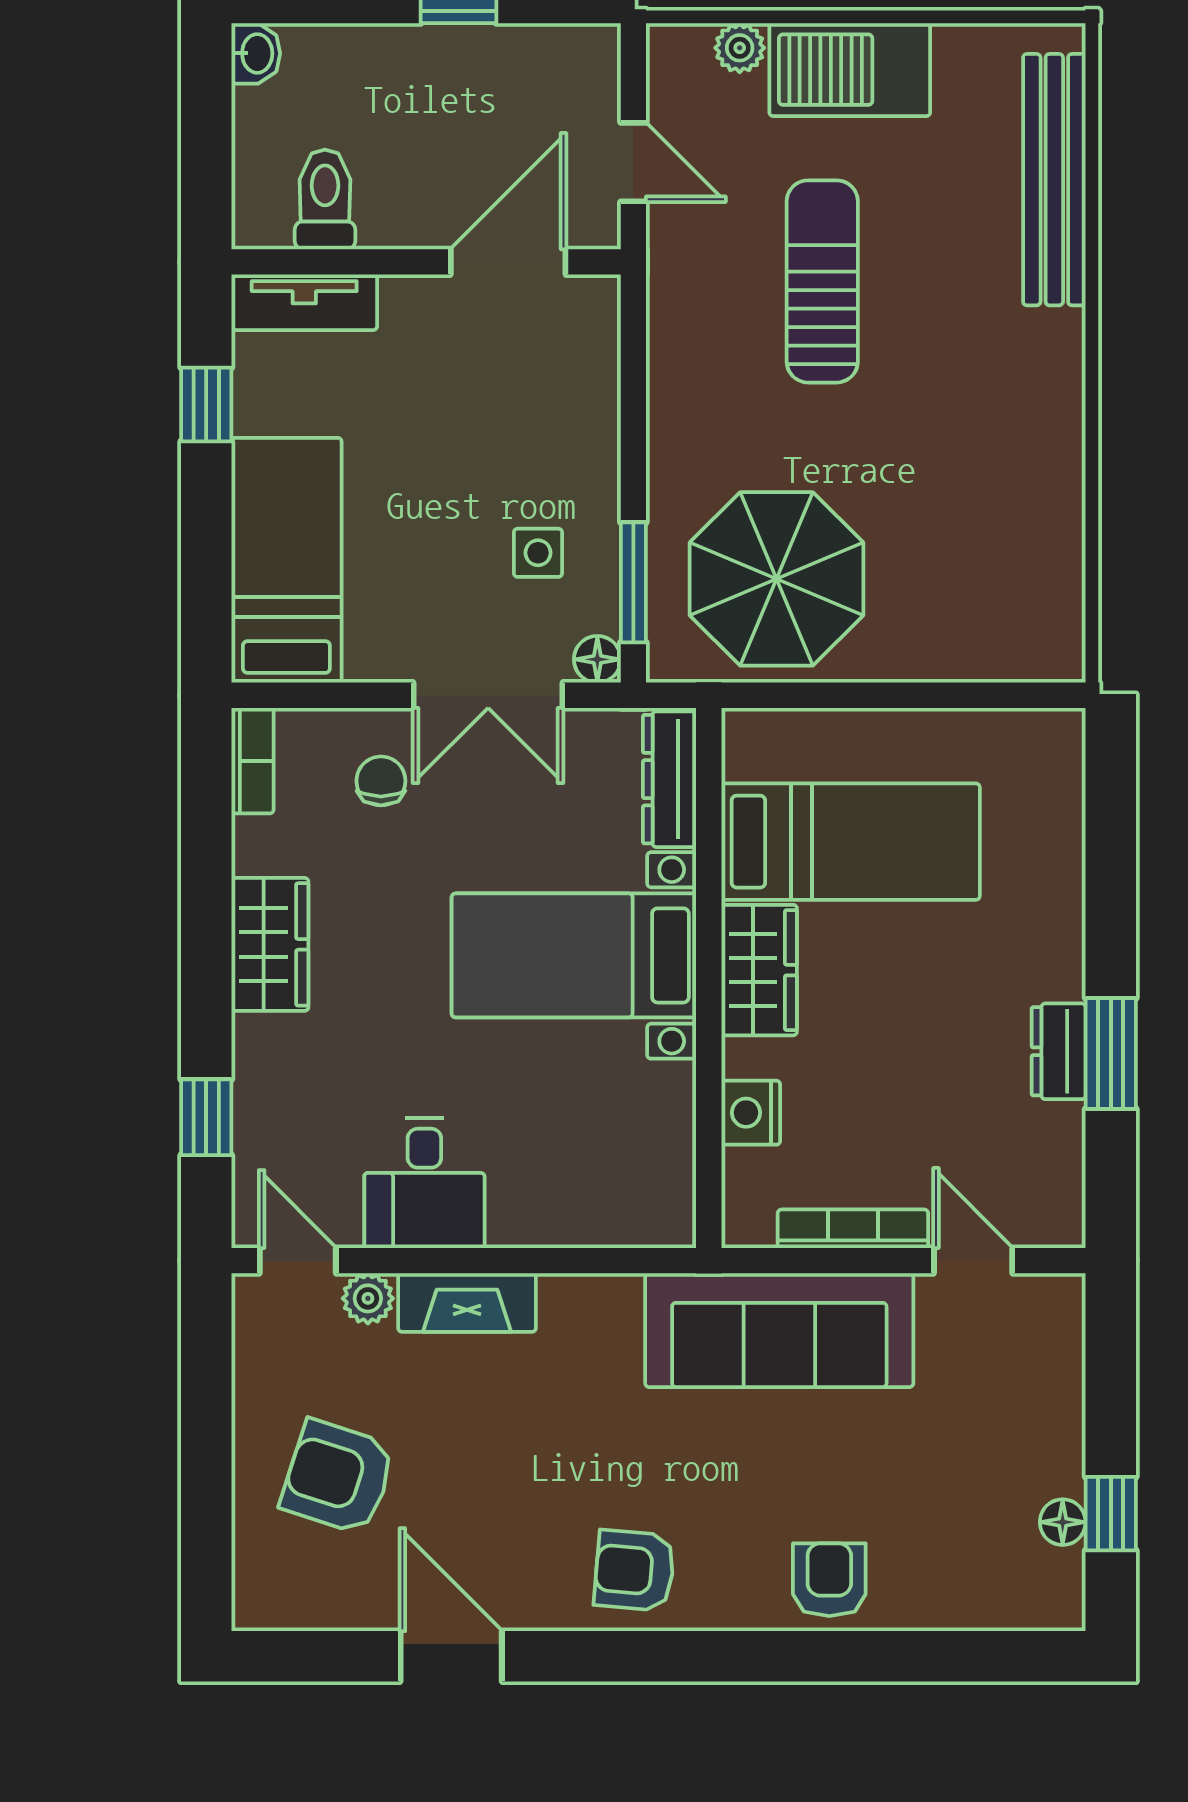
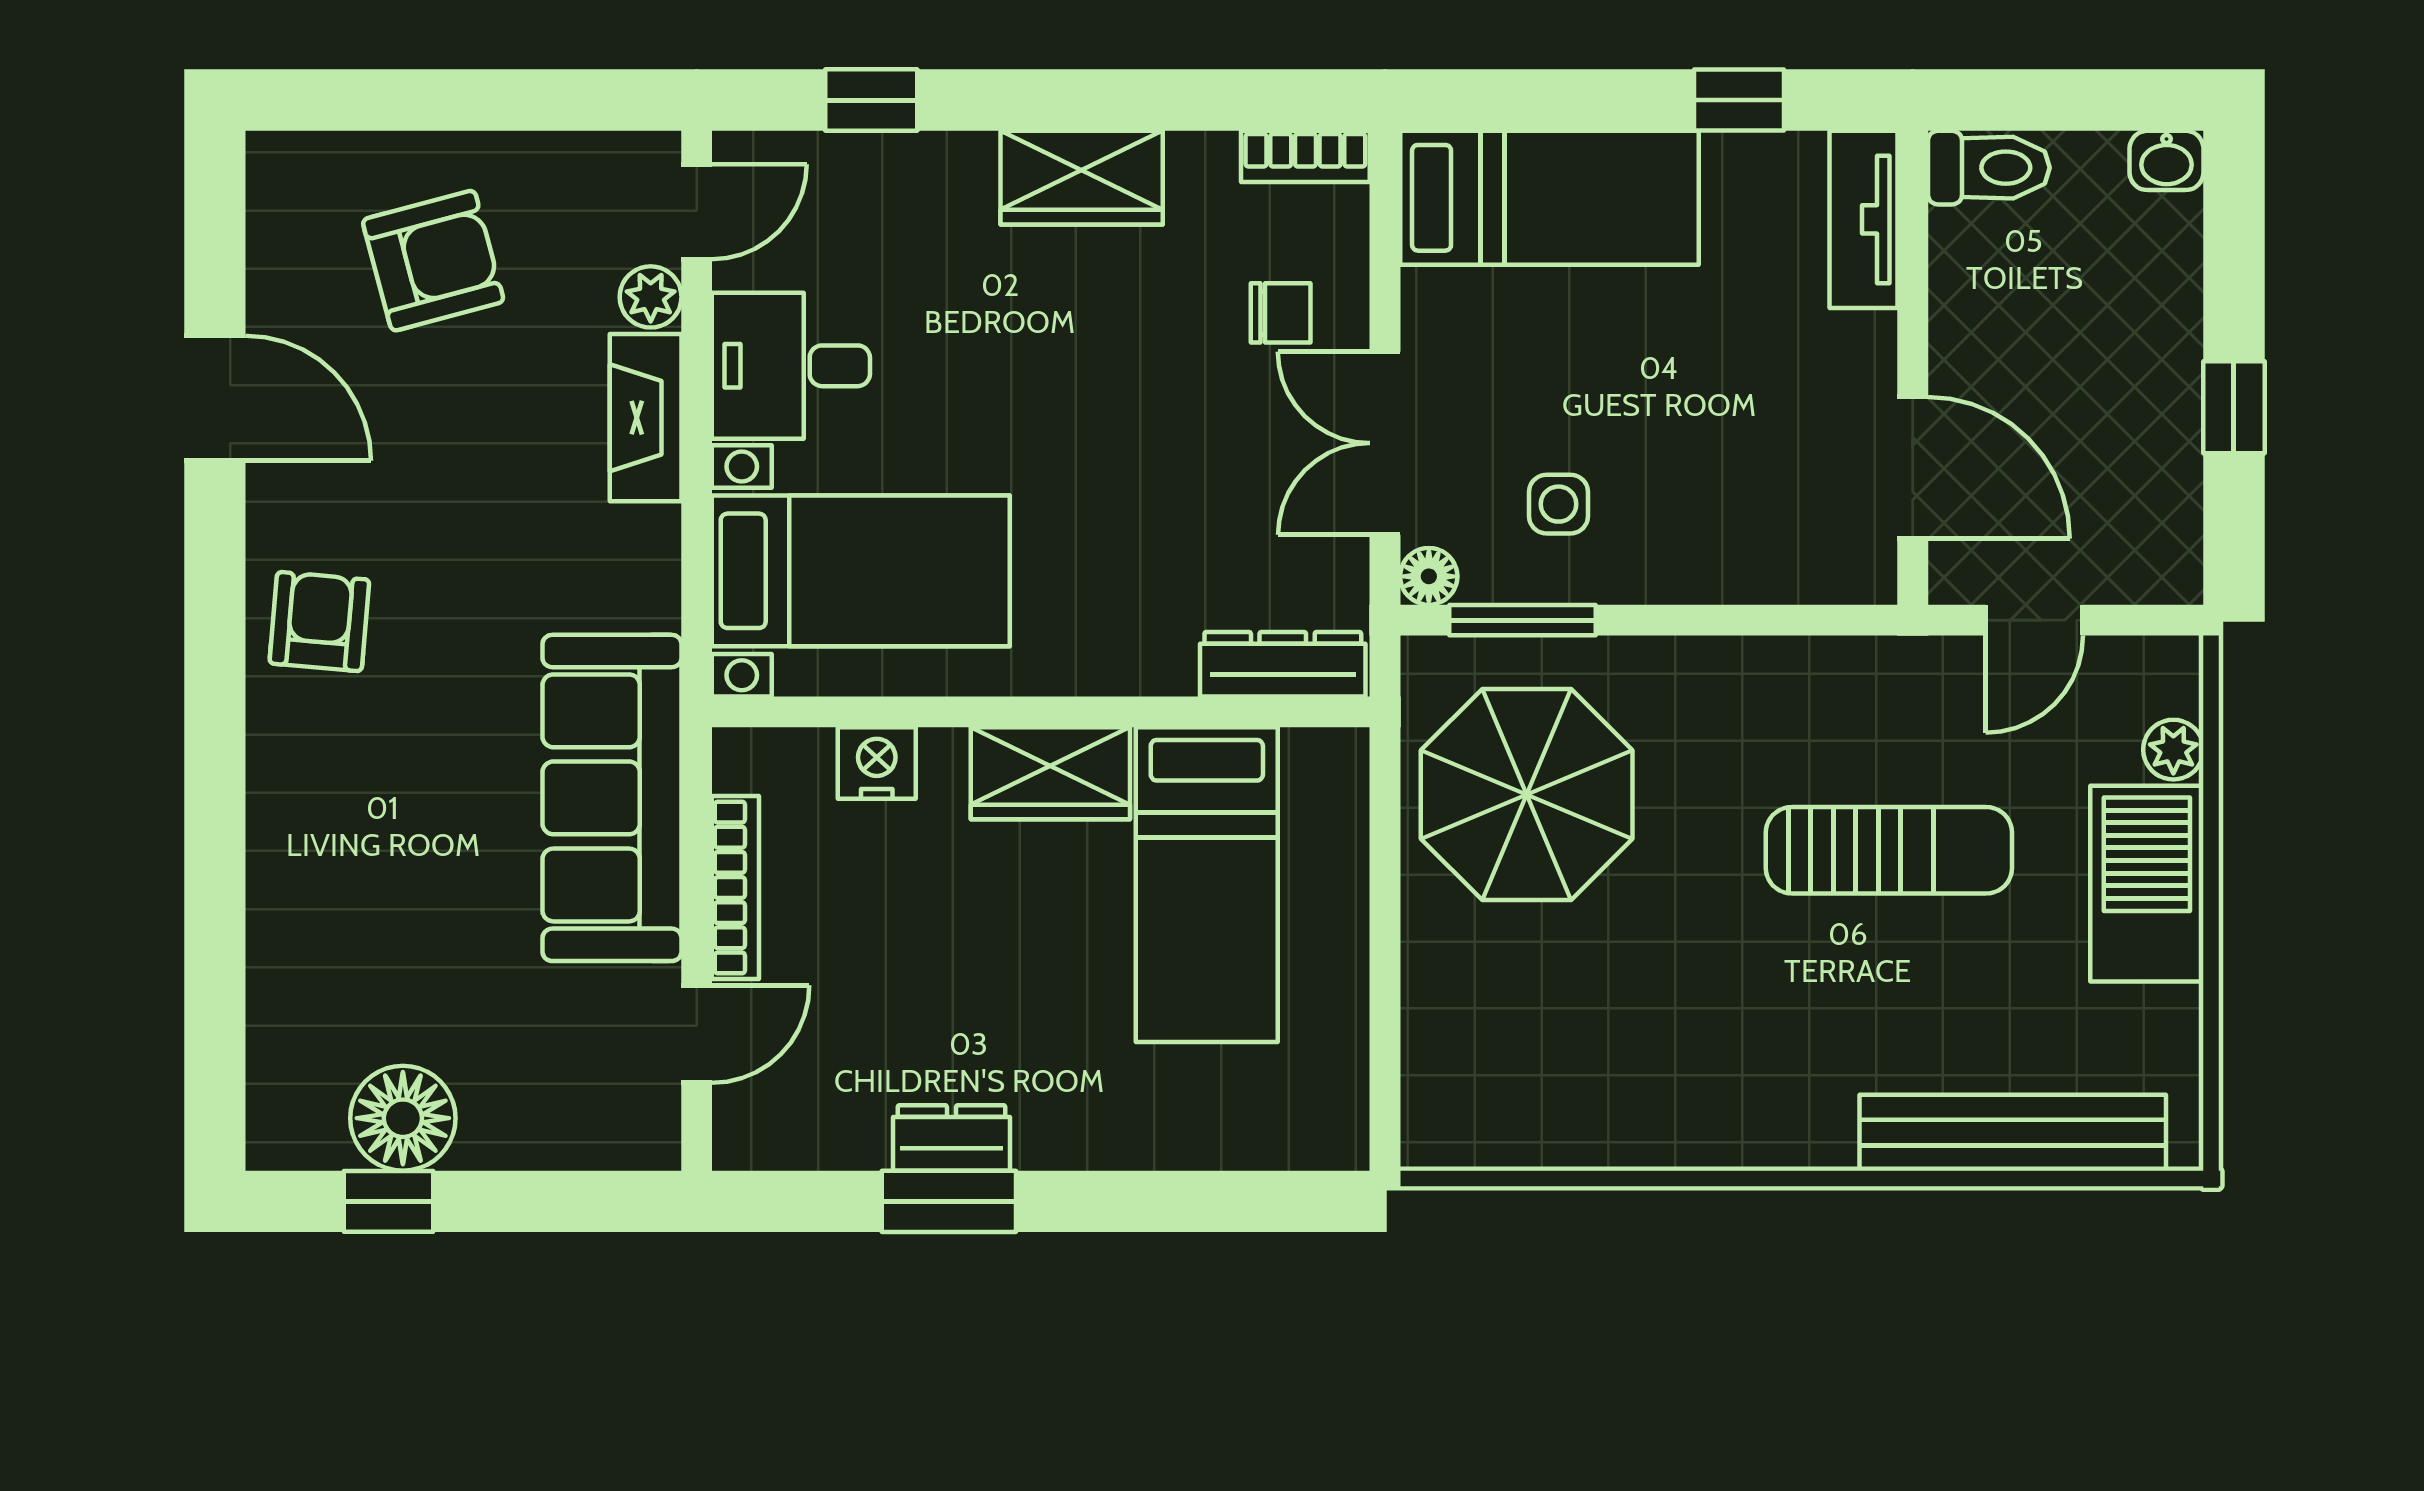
toilet: (325, 199) -> (1989, 168), moved
bed with nightstands: (574, 955) -> (861, 571), moved, turned 90
armchair: (338, 1477) -> (433, 261), turned 57
floor lamp: (1063, 1522) -> (403, 1118), width x1.89, depth x1.89
armchair: (829, 1580) -> (308, 859), removed
door: (451, 1656) -> (215, 398), hinge flipped

